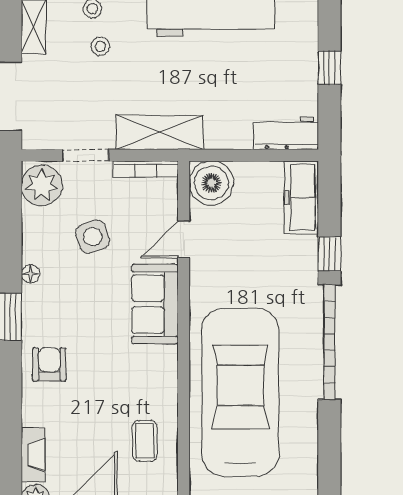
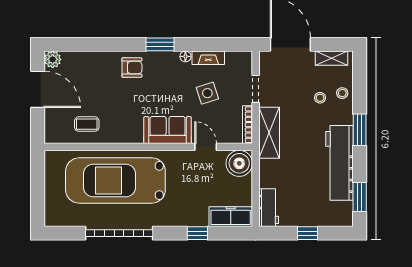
plant: (42, 185) -> (238, 63), removed
garage door: (329, 342) -> (119, 233), moved
car: (240, 392) -> (115, 181), turned 180
fireplace: (33, 455) -> (208, 58), moved

